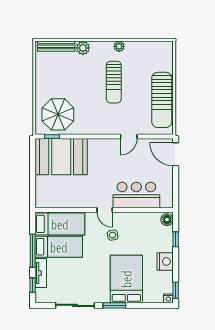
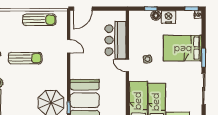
sun lounger: (162, 100) -> (39, 20), width x0.73, depth x0.75
door: (105, 210) -> (127, 65), swing flipped
floor lamp: (167, 220) -> (156, 16), moved

